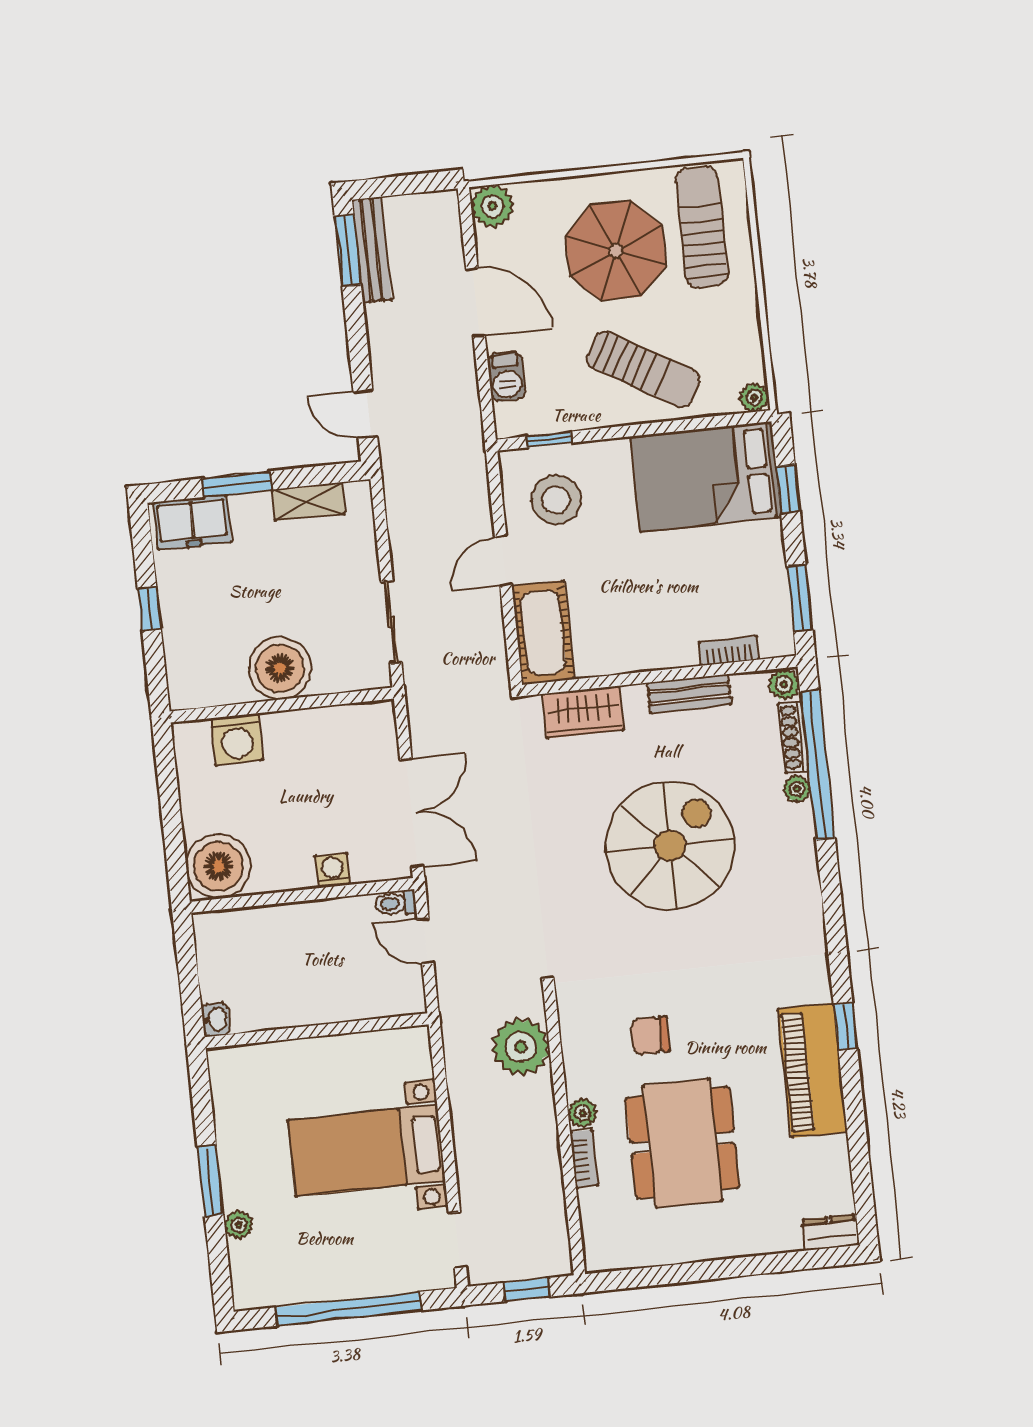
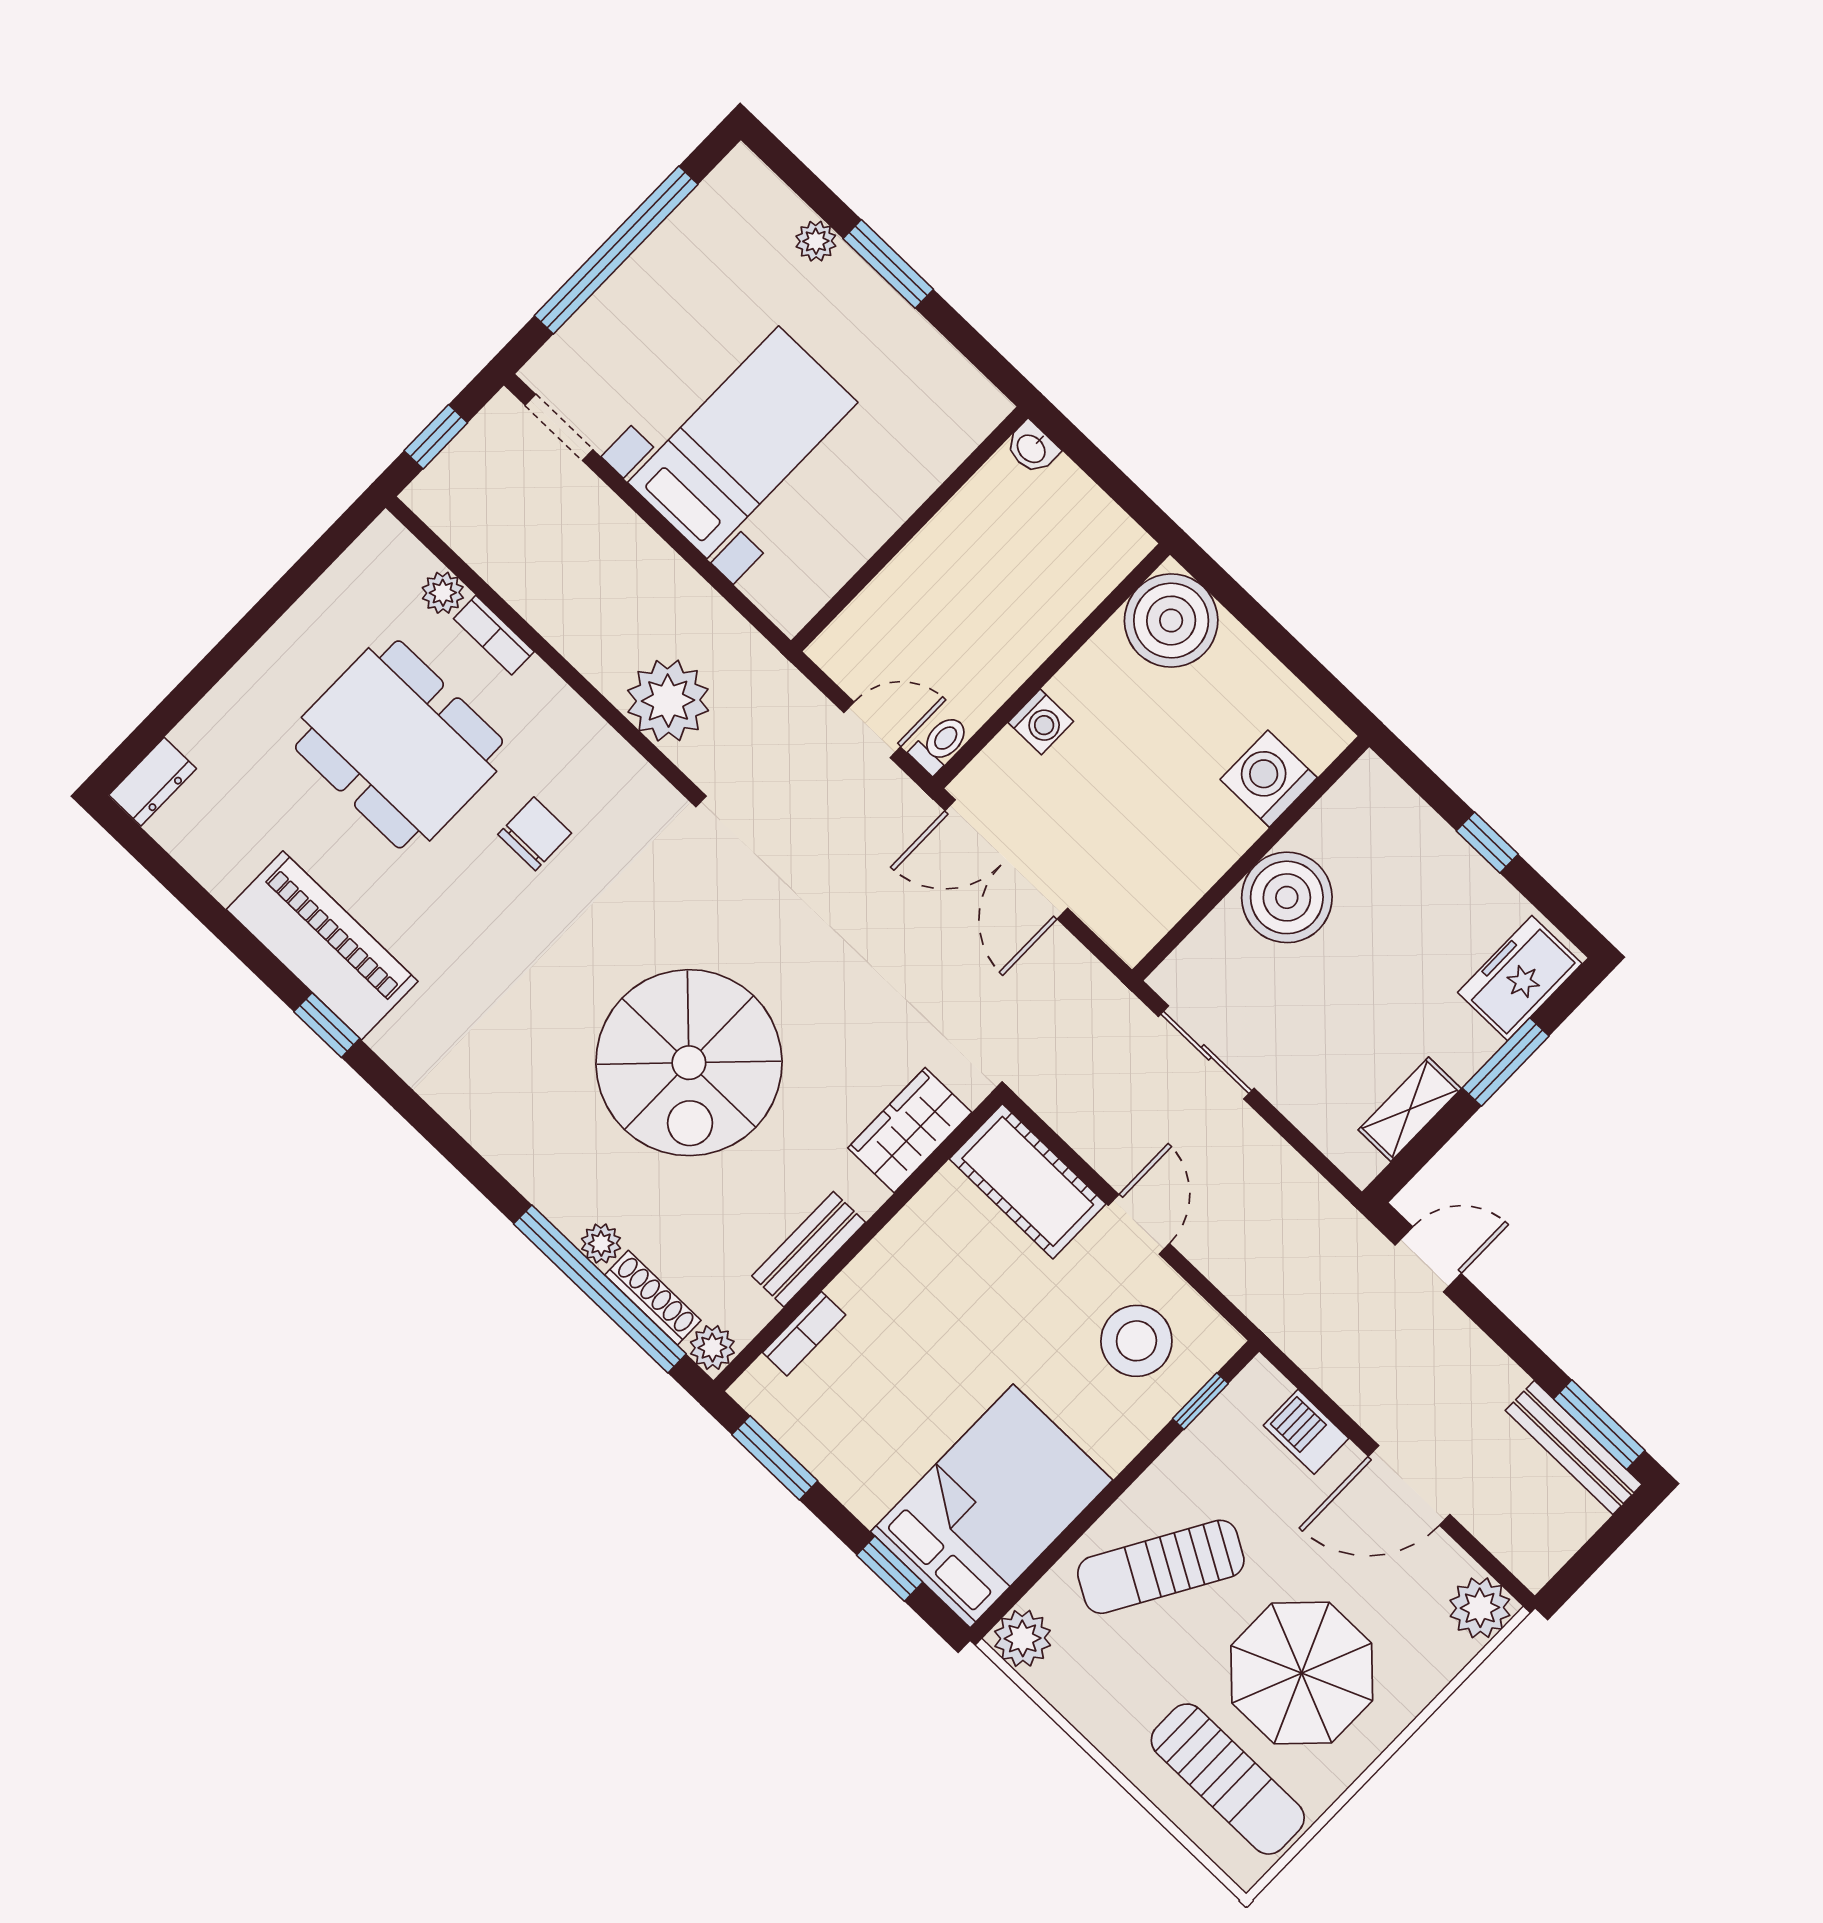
plant: (754, 397) -> (1023, 1638), width x1.38, depth x1.38
plant: (583, 1113) -> (443, 593), moved

